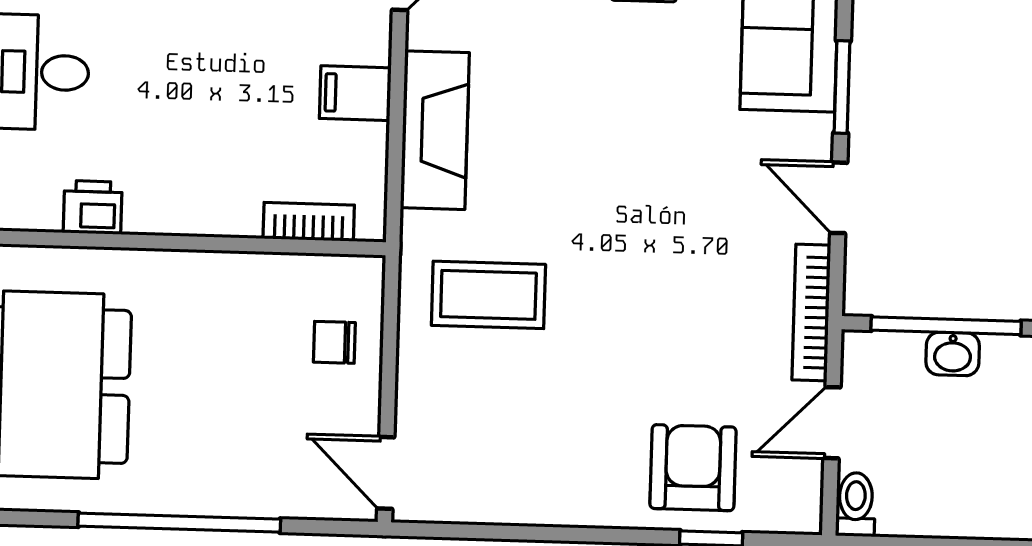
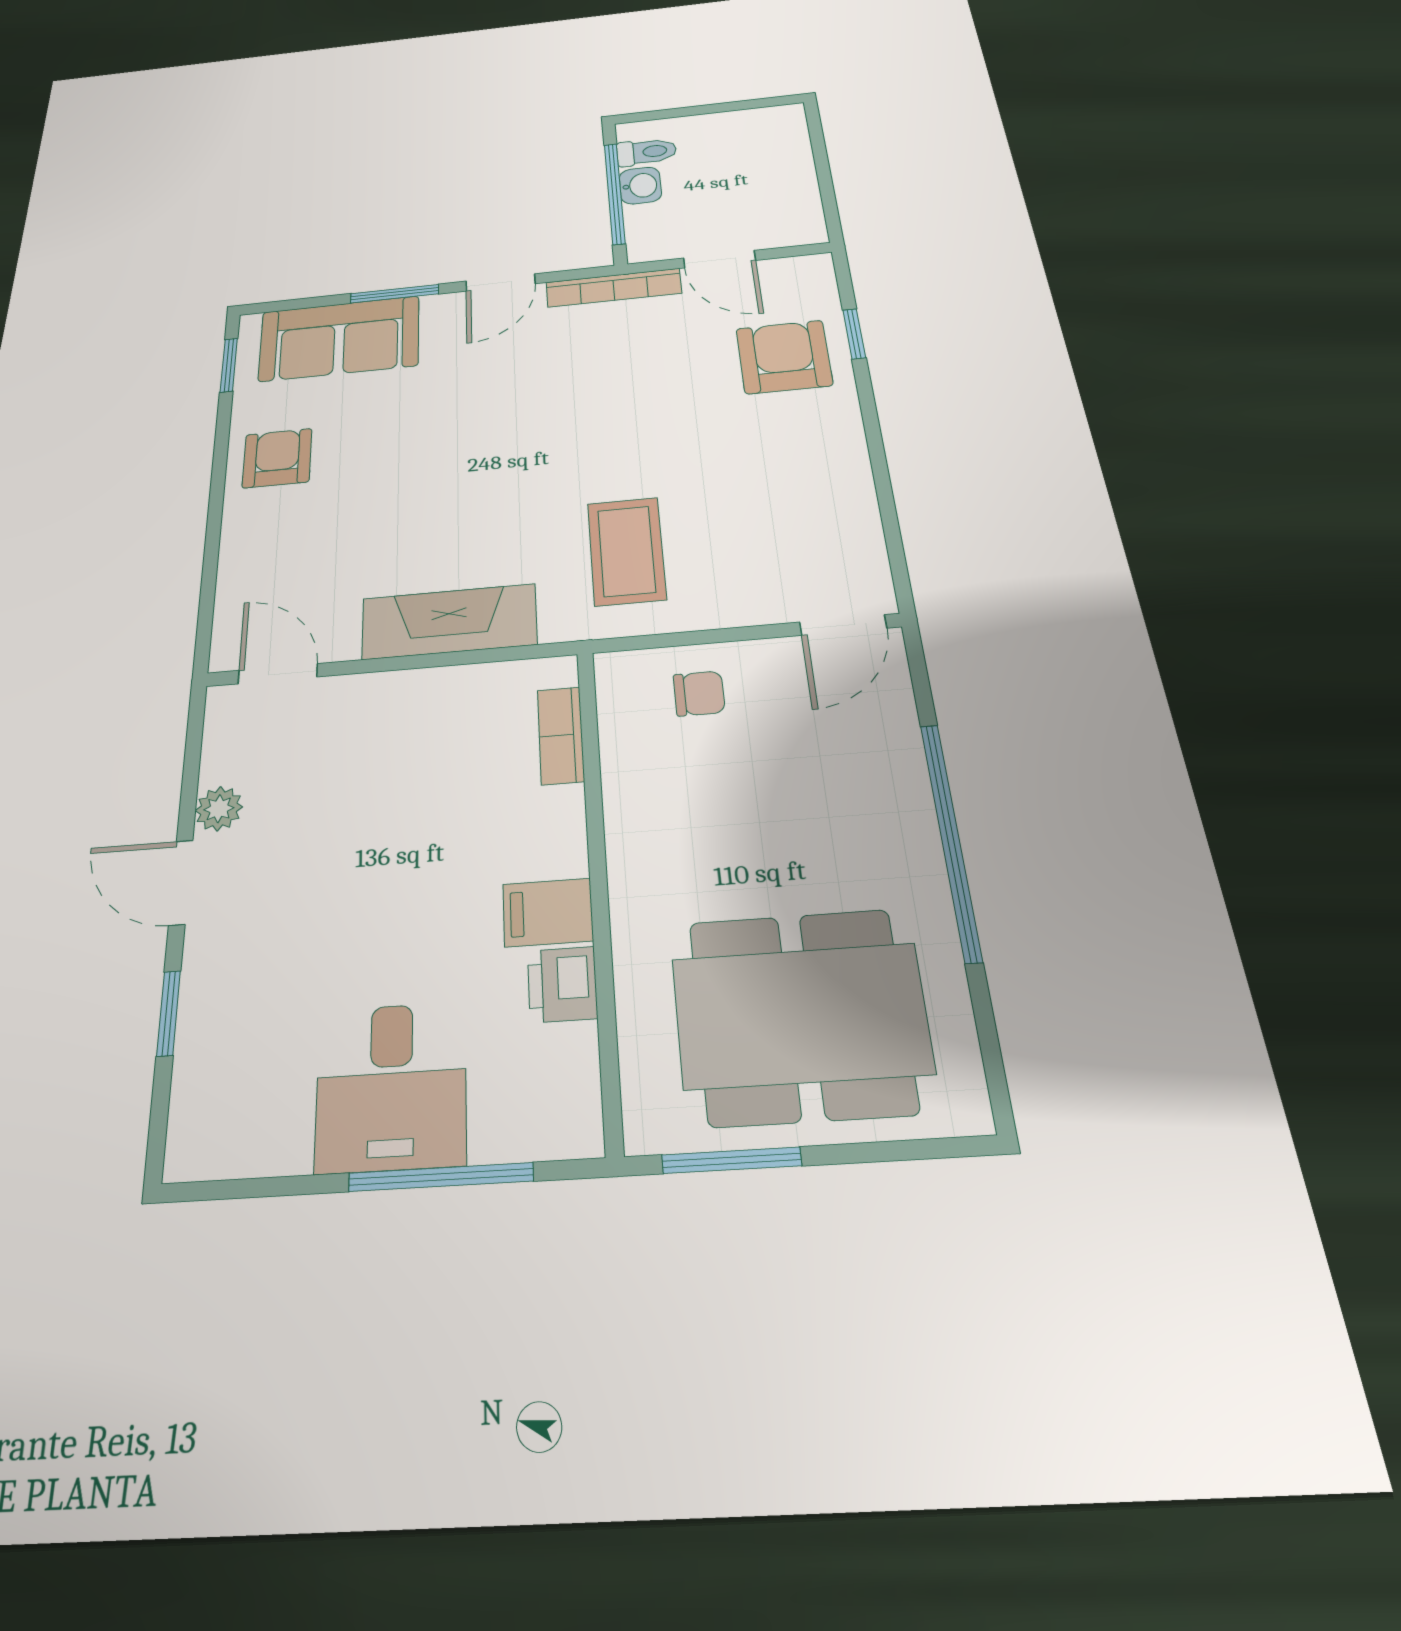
filing cabinet: (355, 93) -> (548, 912), moved, turned 90
chair: (334, 342) -> (699, 693), turned -90
armchair: (693, 468) -> (784, 357), turned 90
toilet: (856, 504) -> (647, 152), moved, turned 180

